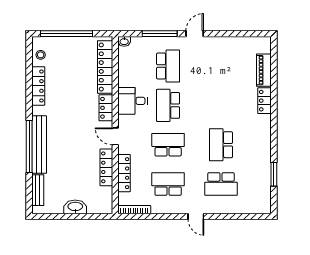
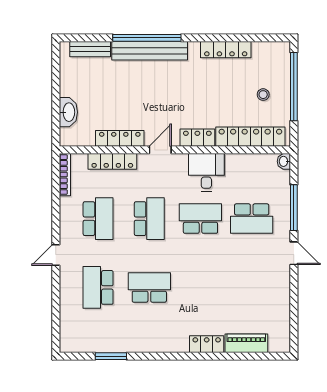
stool: (41, 55) -> (263, 95), moved
washbasin: (75, 207) -> (68, 112), moved

